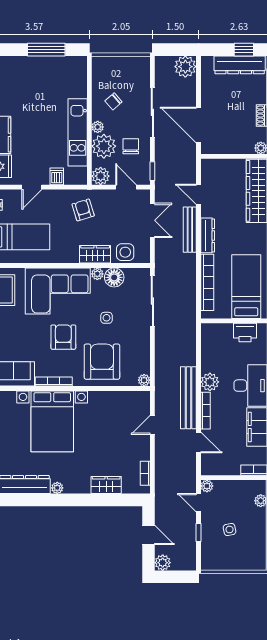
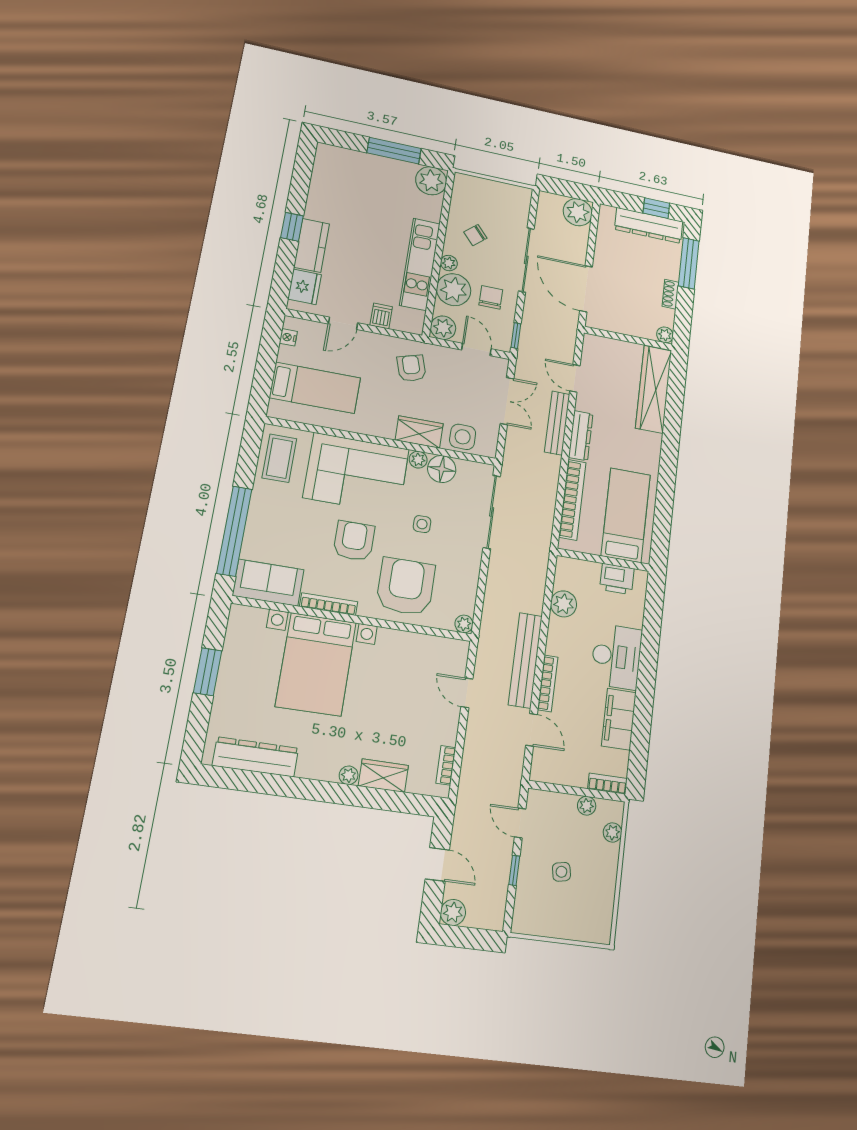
plant: (76, 67) -> (431, 181), added
plant: (210, 382) -> (564, 604), moved
door: (152, 425) -> (467, 693), hinge flipped
plant: (207, 486) -> (587, 806), moved
plant: (57, 488) -> (349, 775), moved

